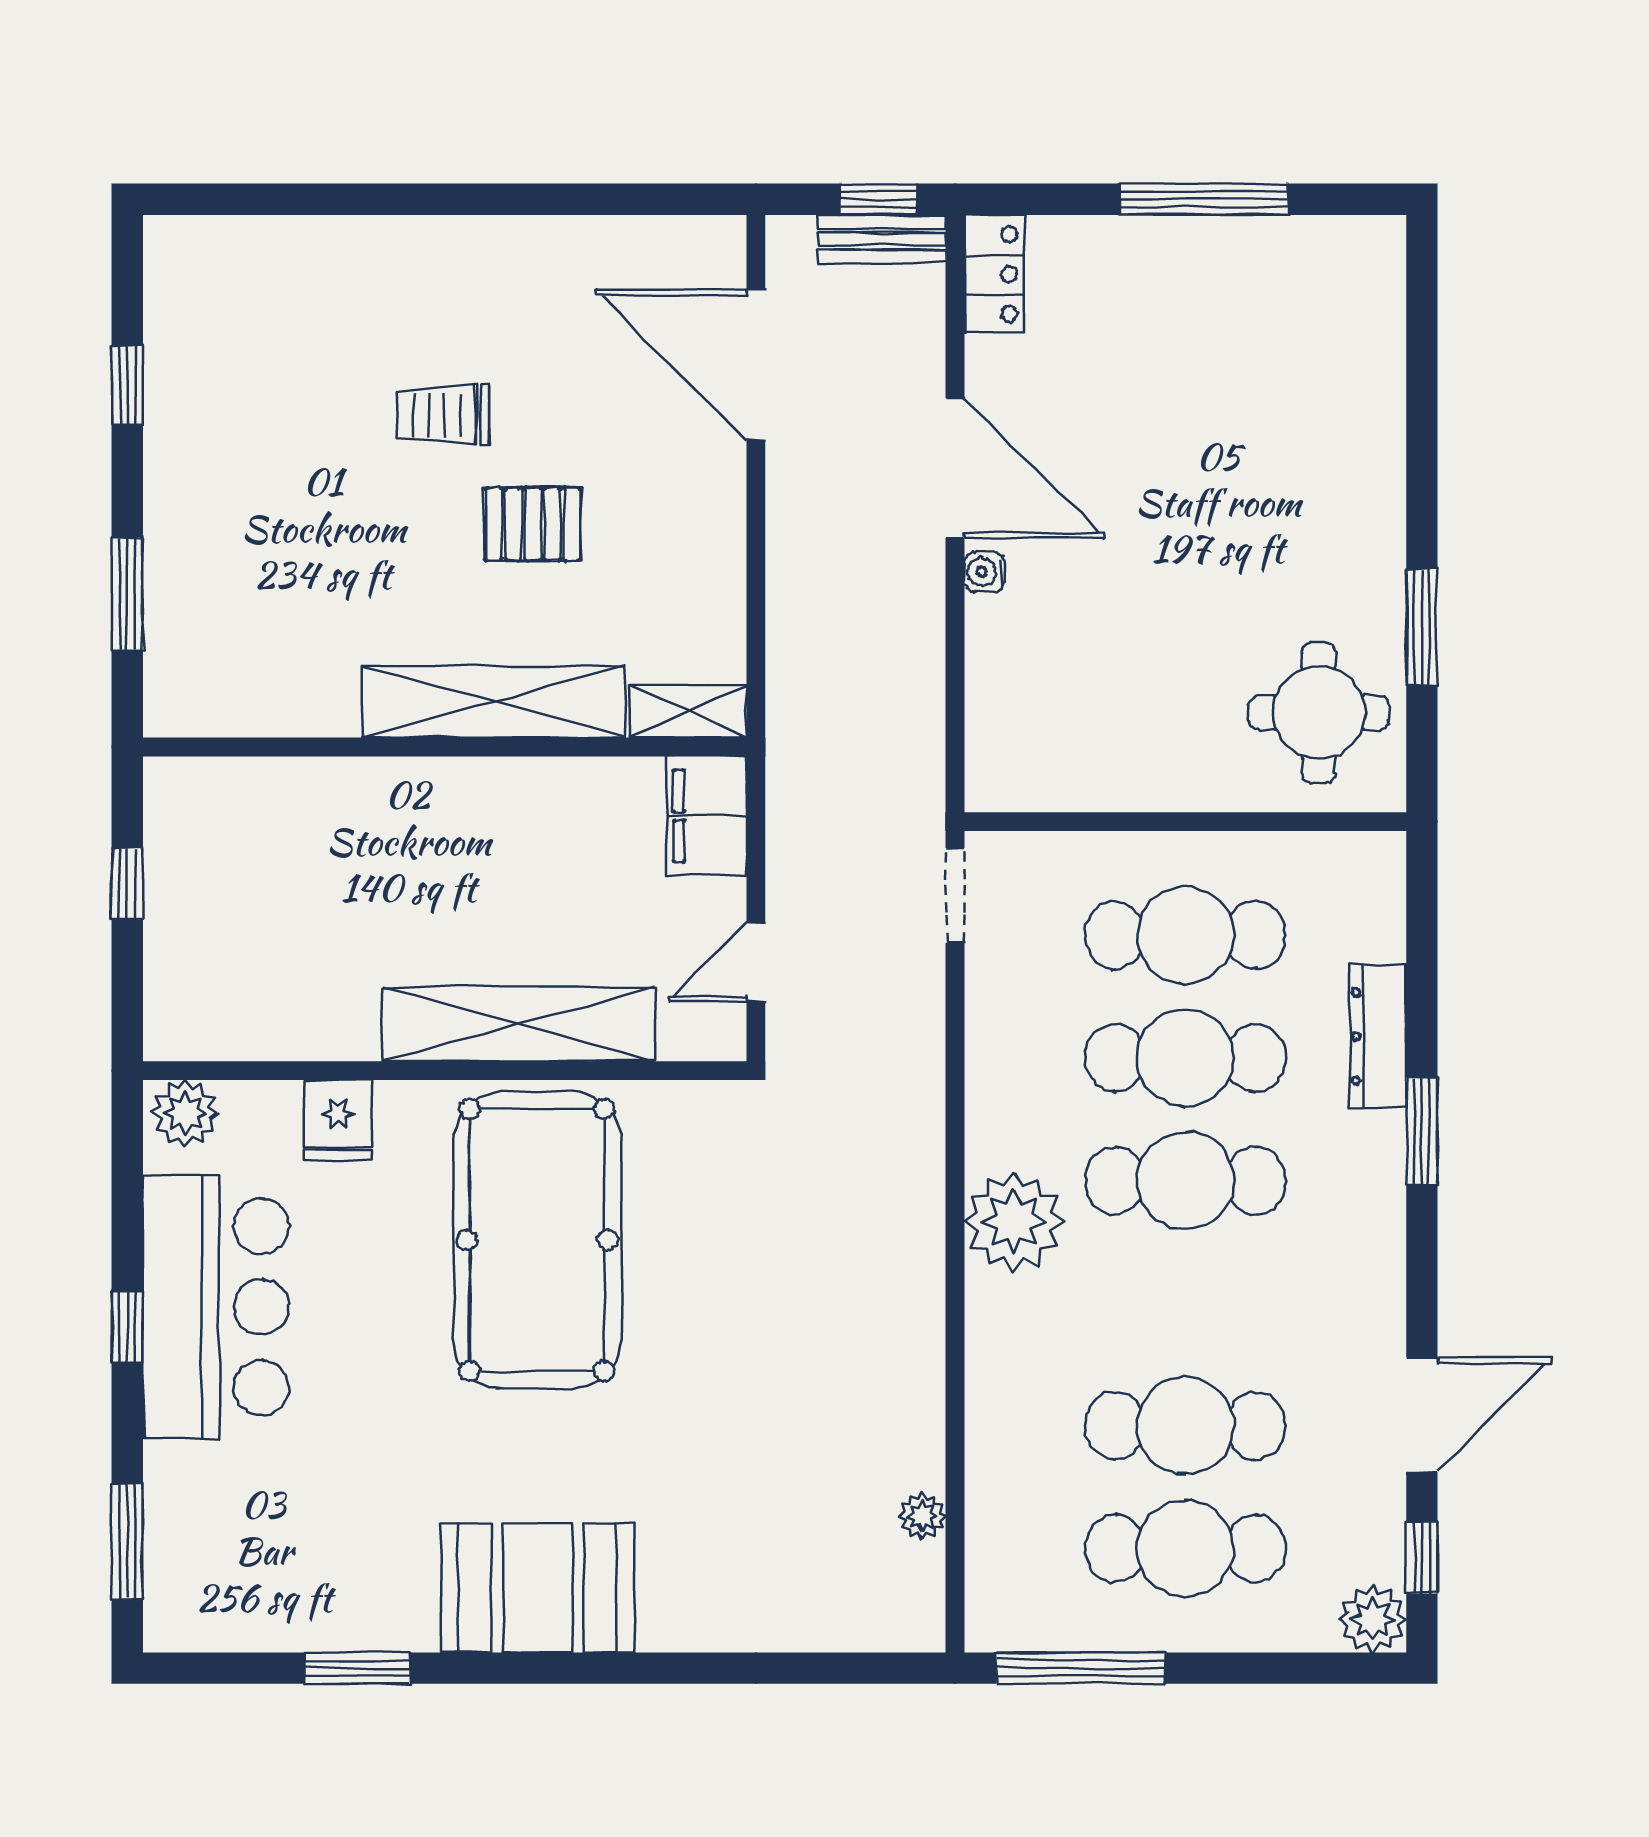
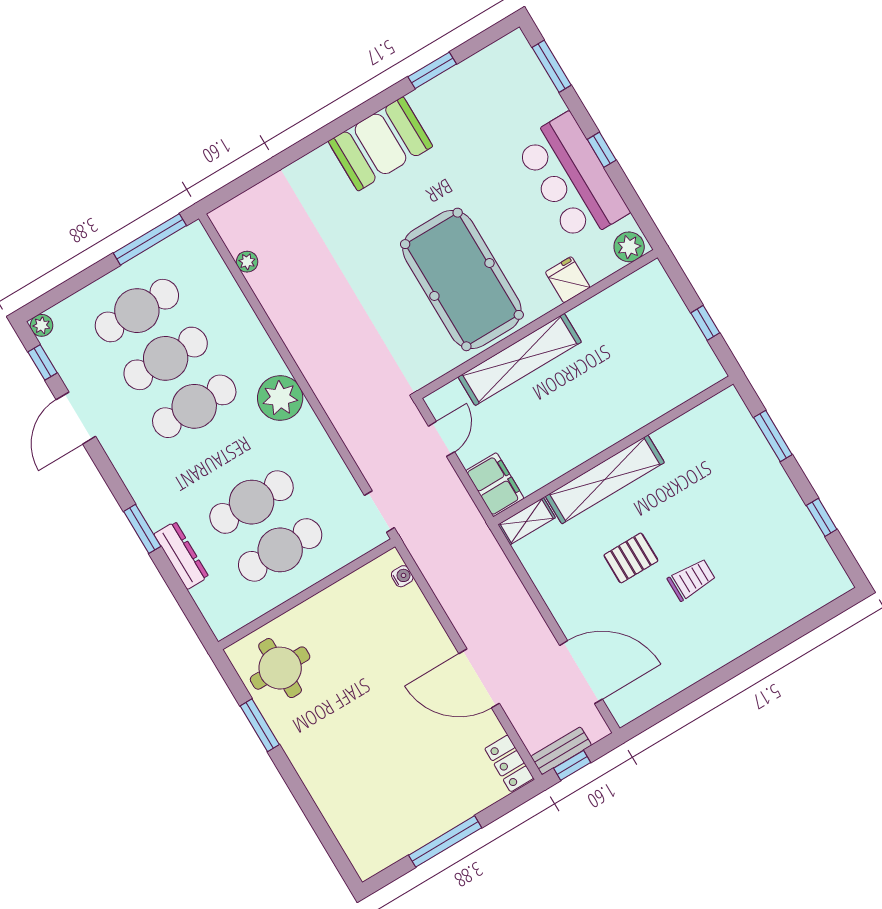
water cooler: (985, 572) -> (402, 576), moved
cafe table: (1185, 1180) -> (194, 406), moved
plant: (1373, 1619) -> (42, 325), width x0.73, depth x0.73

